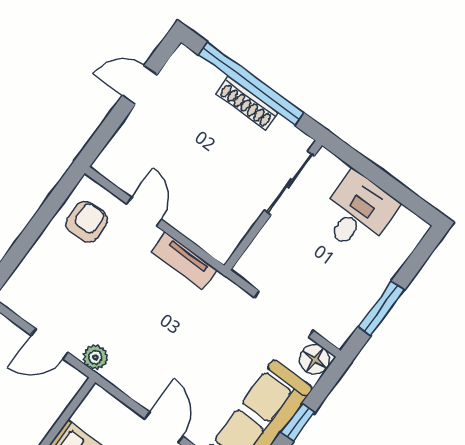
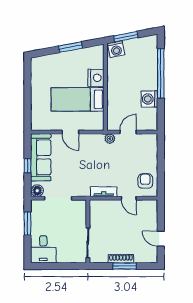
window: (251, 84) -> (124, 266), width x0.47
door: (140, 85) -> (161, 239), swing flipped
desk: (357, 213) -> (43, 249), moved
armchair: (87, 222) -> (145, 181), turned 180

